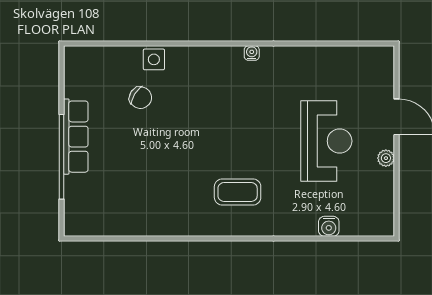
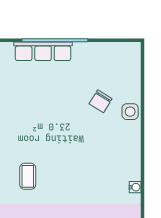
row of seats: (76, 137) -> (43, 51), moved
coffee table: (238, 192) -> (28, 176), width x0.73, depth x0.77

